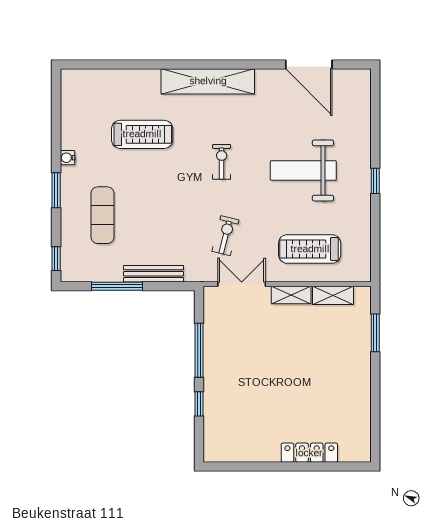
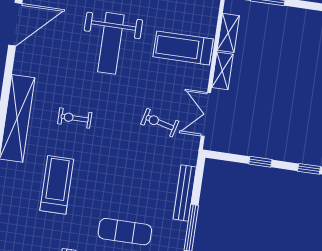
exercise bike: (222, 162) -> (75, 118), moved
treadmill: (310, 249) -> (183, 48), turned 90
window: (199, 350) -> (260, 162), width x0.46

